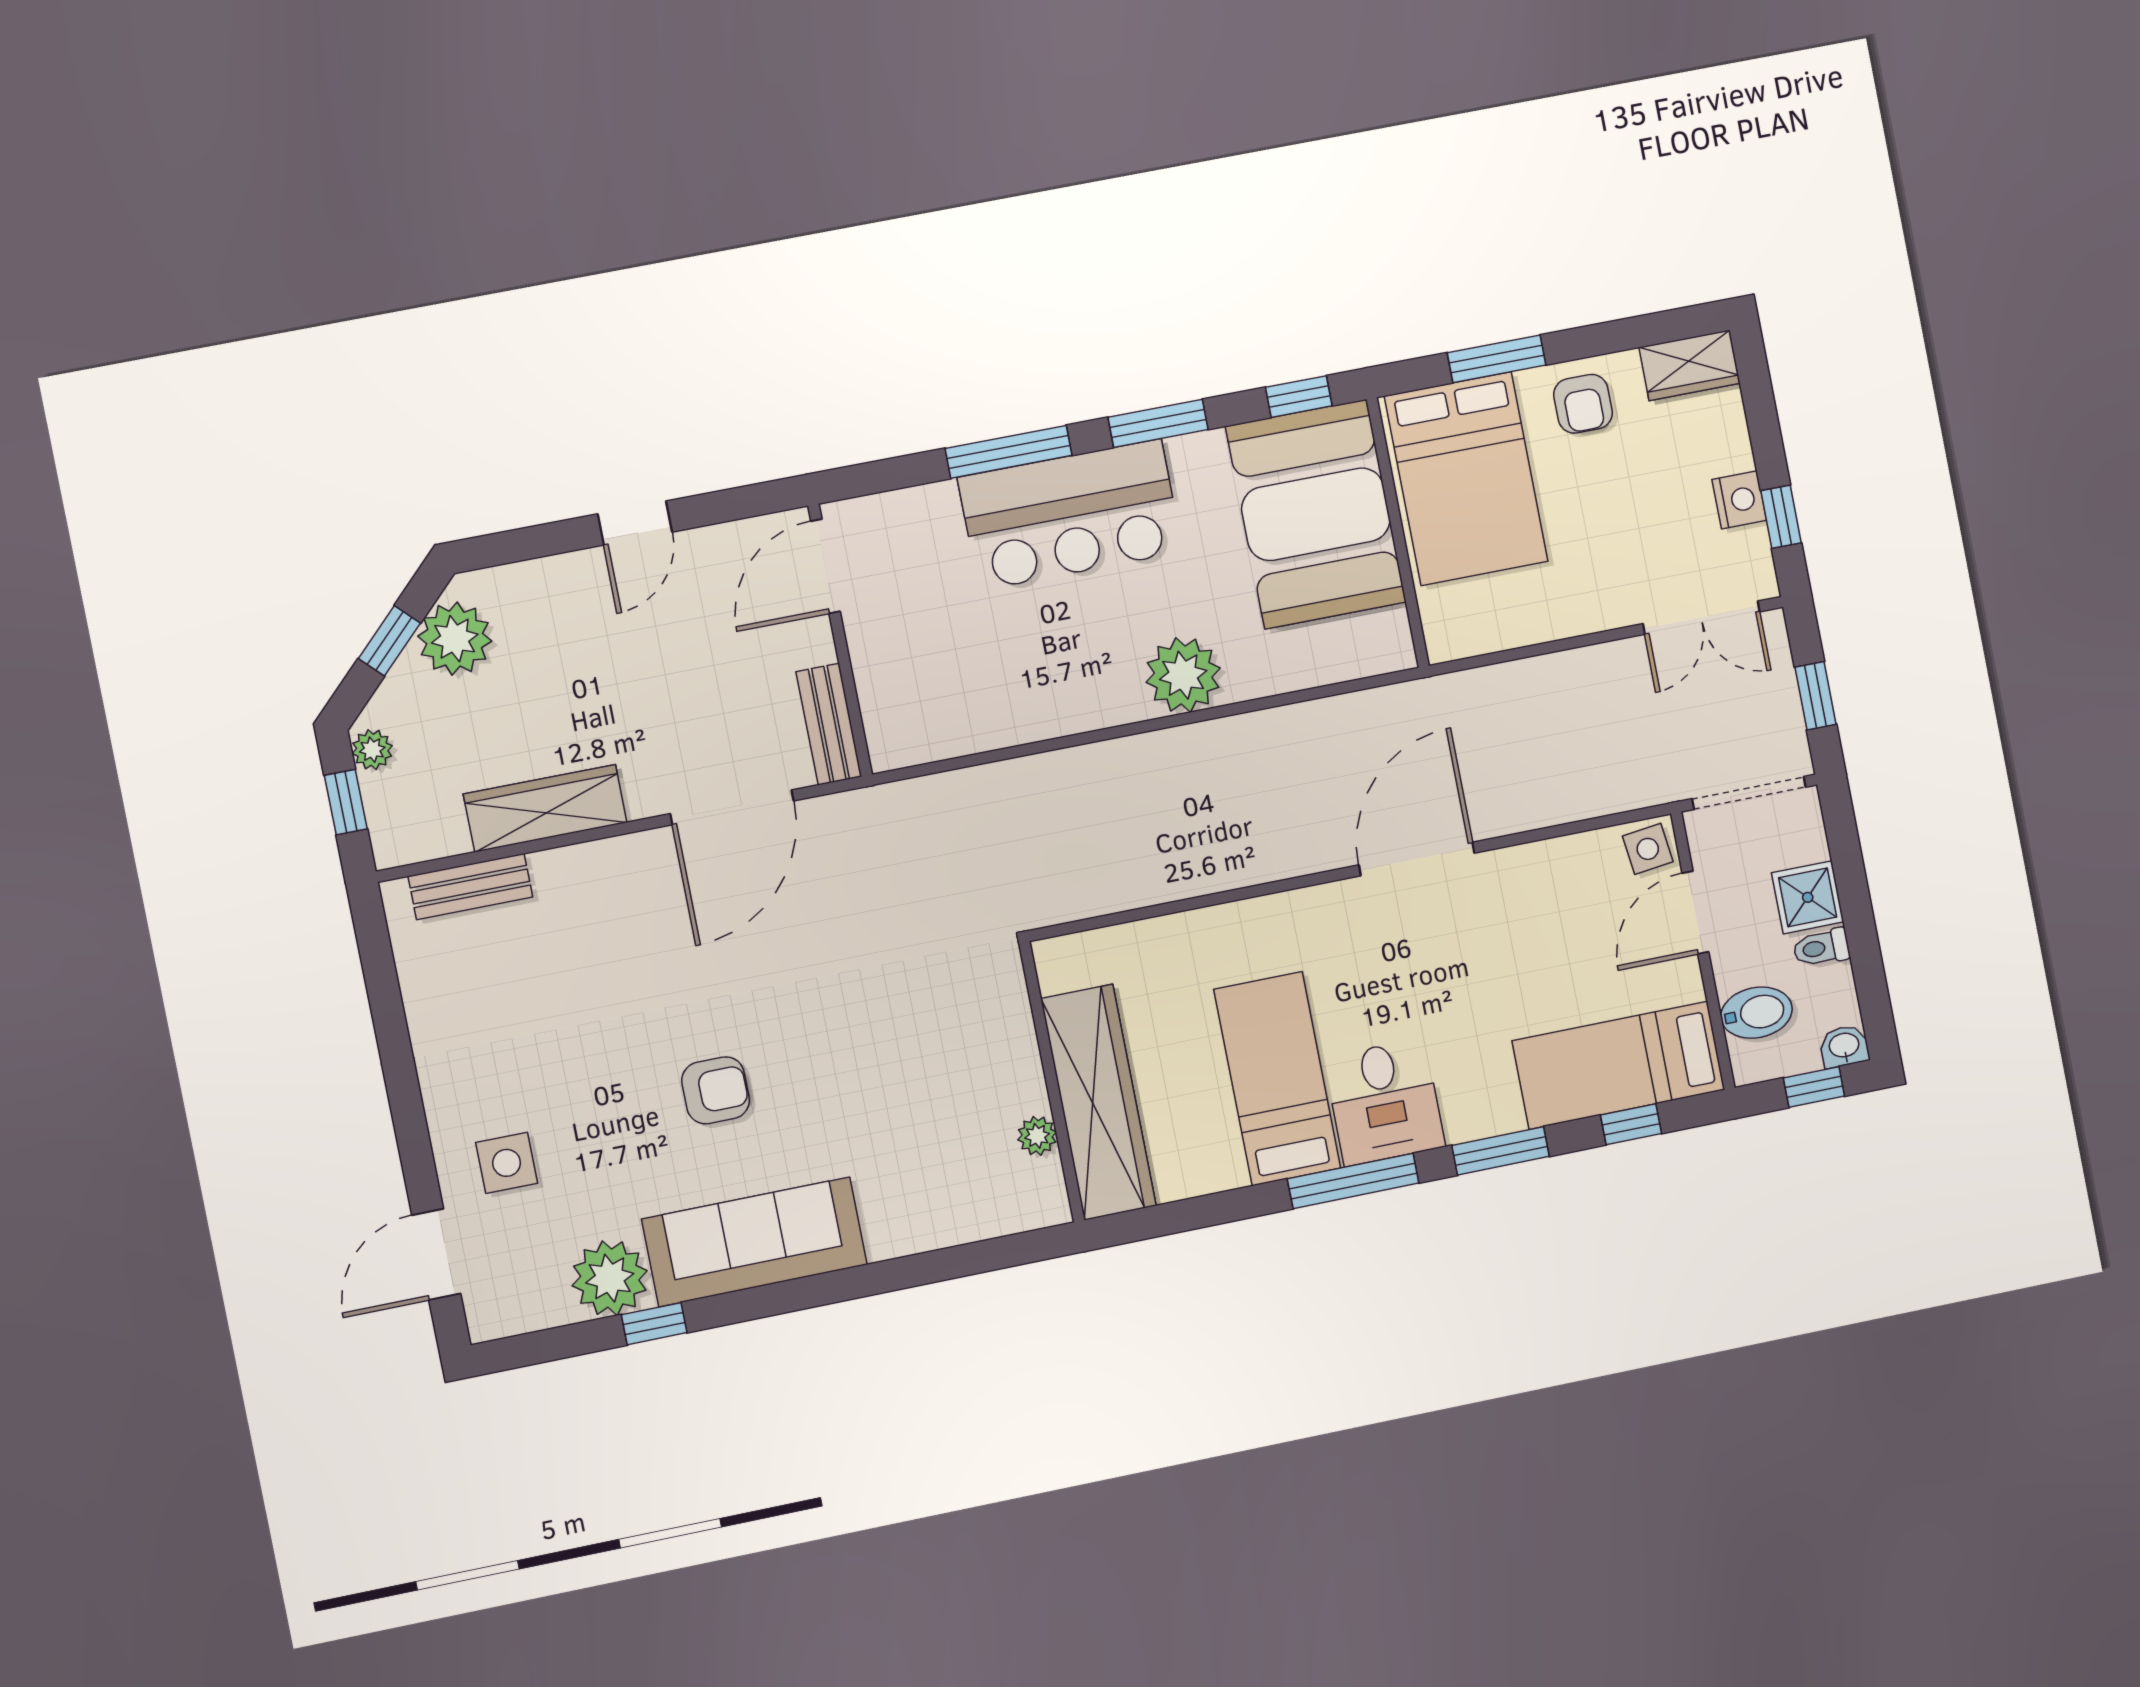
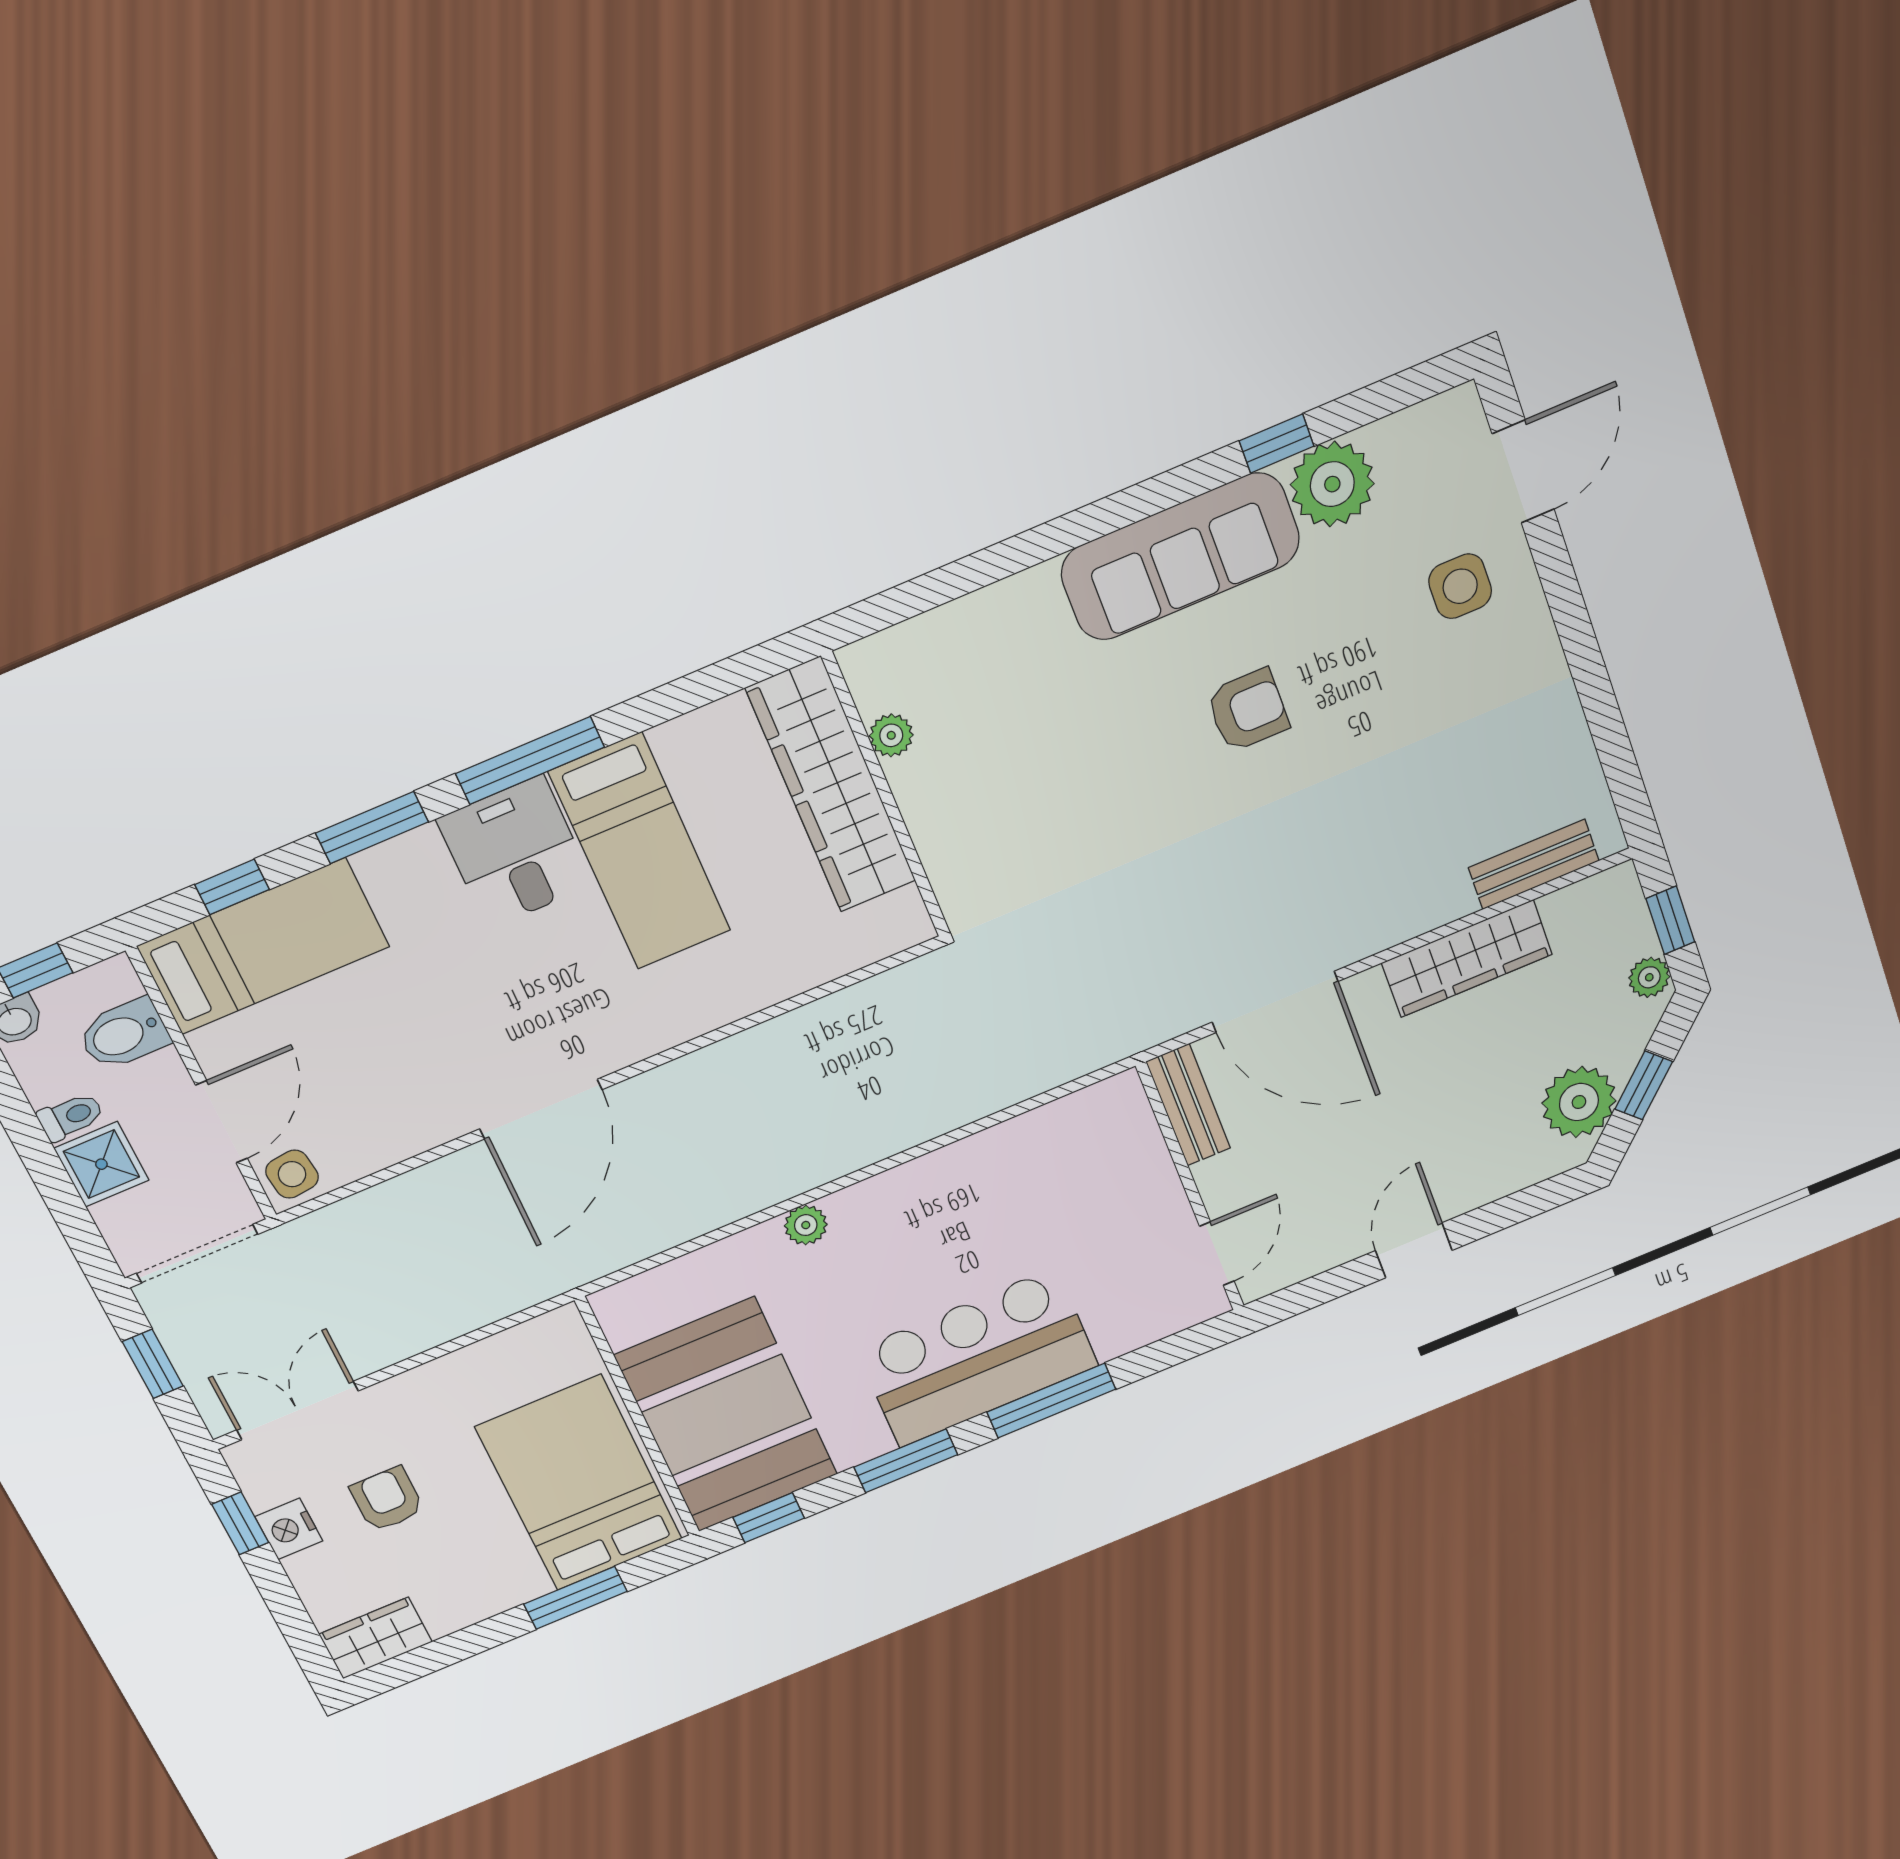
armchair: (1583, 404) -> (387, 1499), moved
door: (825, 566) -> (1217, 1254), width x0.73
plant: (1183, 675) -> (806, 1225), width x0.53, depth x0.53
door: (732, 807) -> (1275, 1002), swing flipped
armchair: (716, 1090) -> (1248, 710), turned 180

